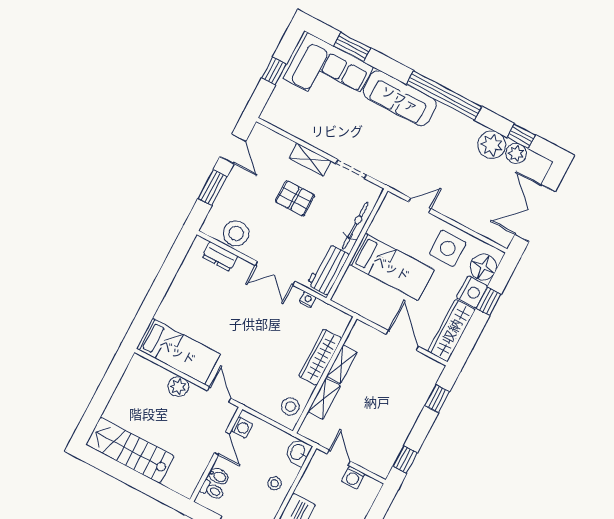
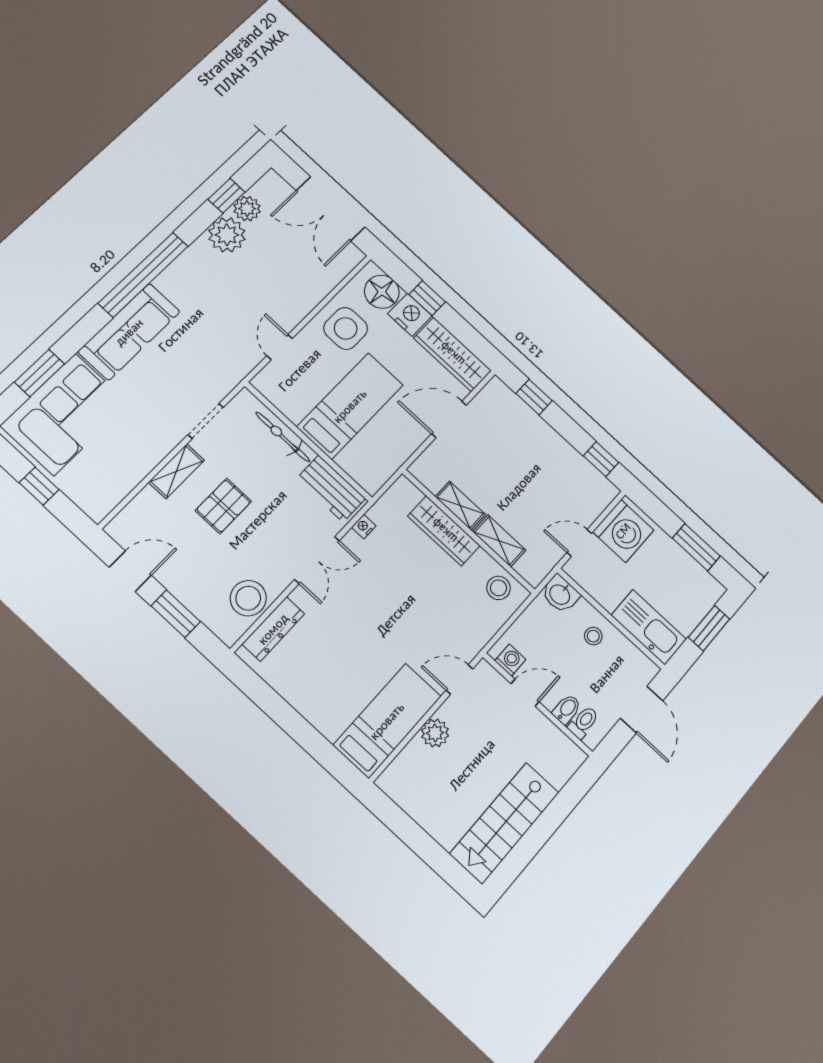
dresser: (220, 256) -> (273, 629), width x1.44
washing machine: (353, 477) -> (623, 531), width x1.89, depth x1.89

